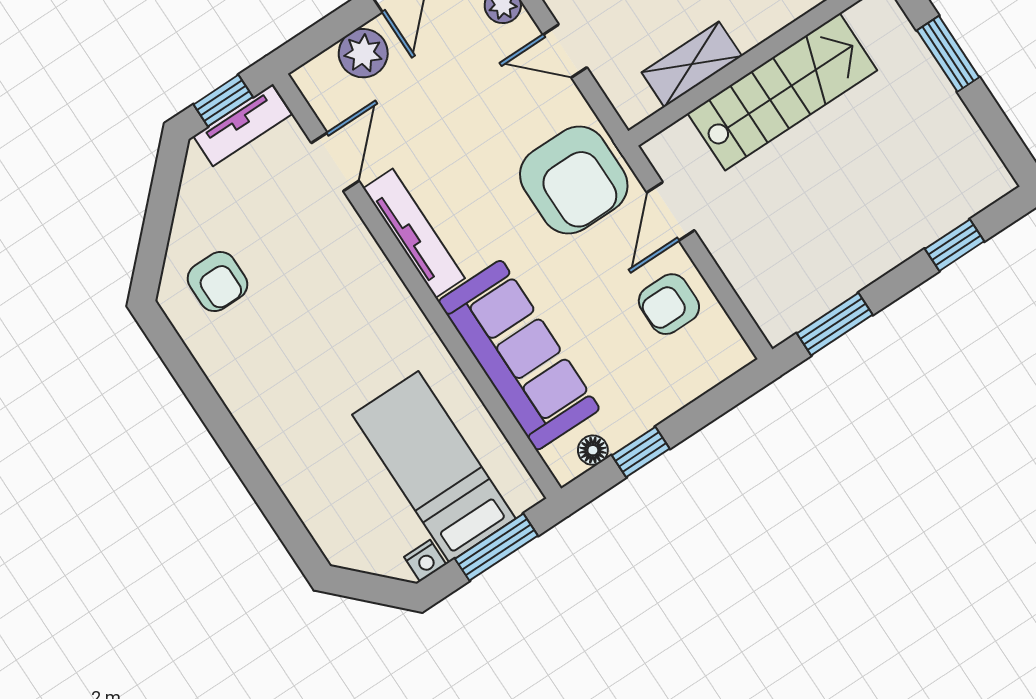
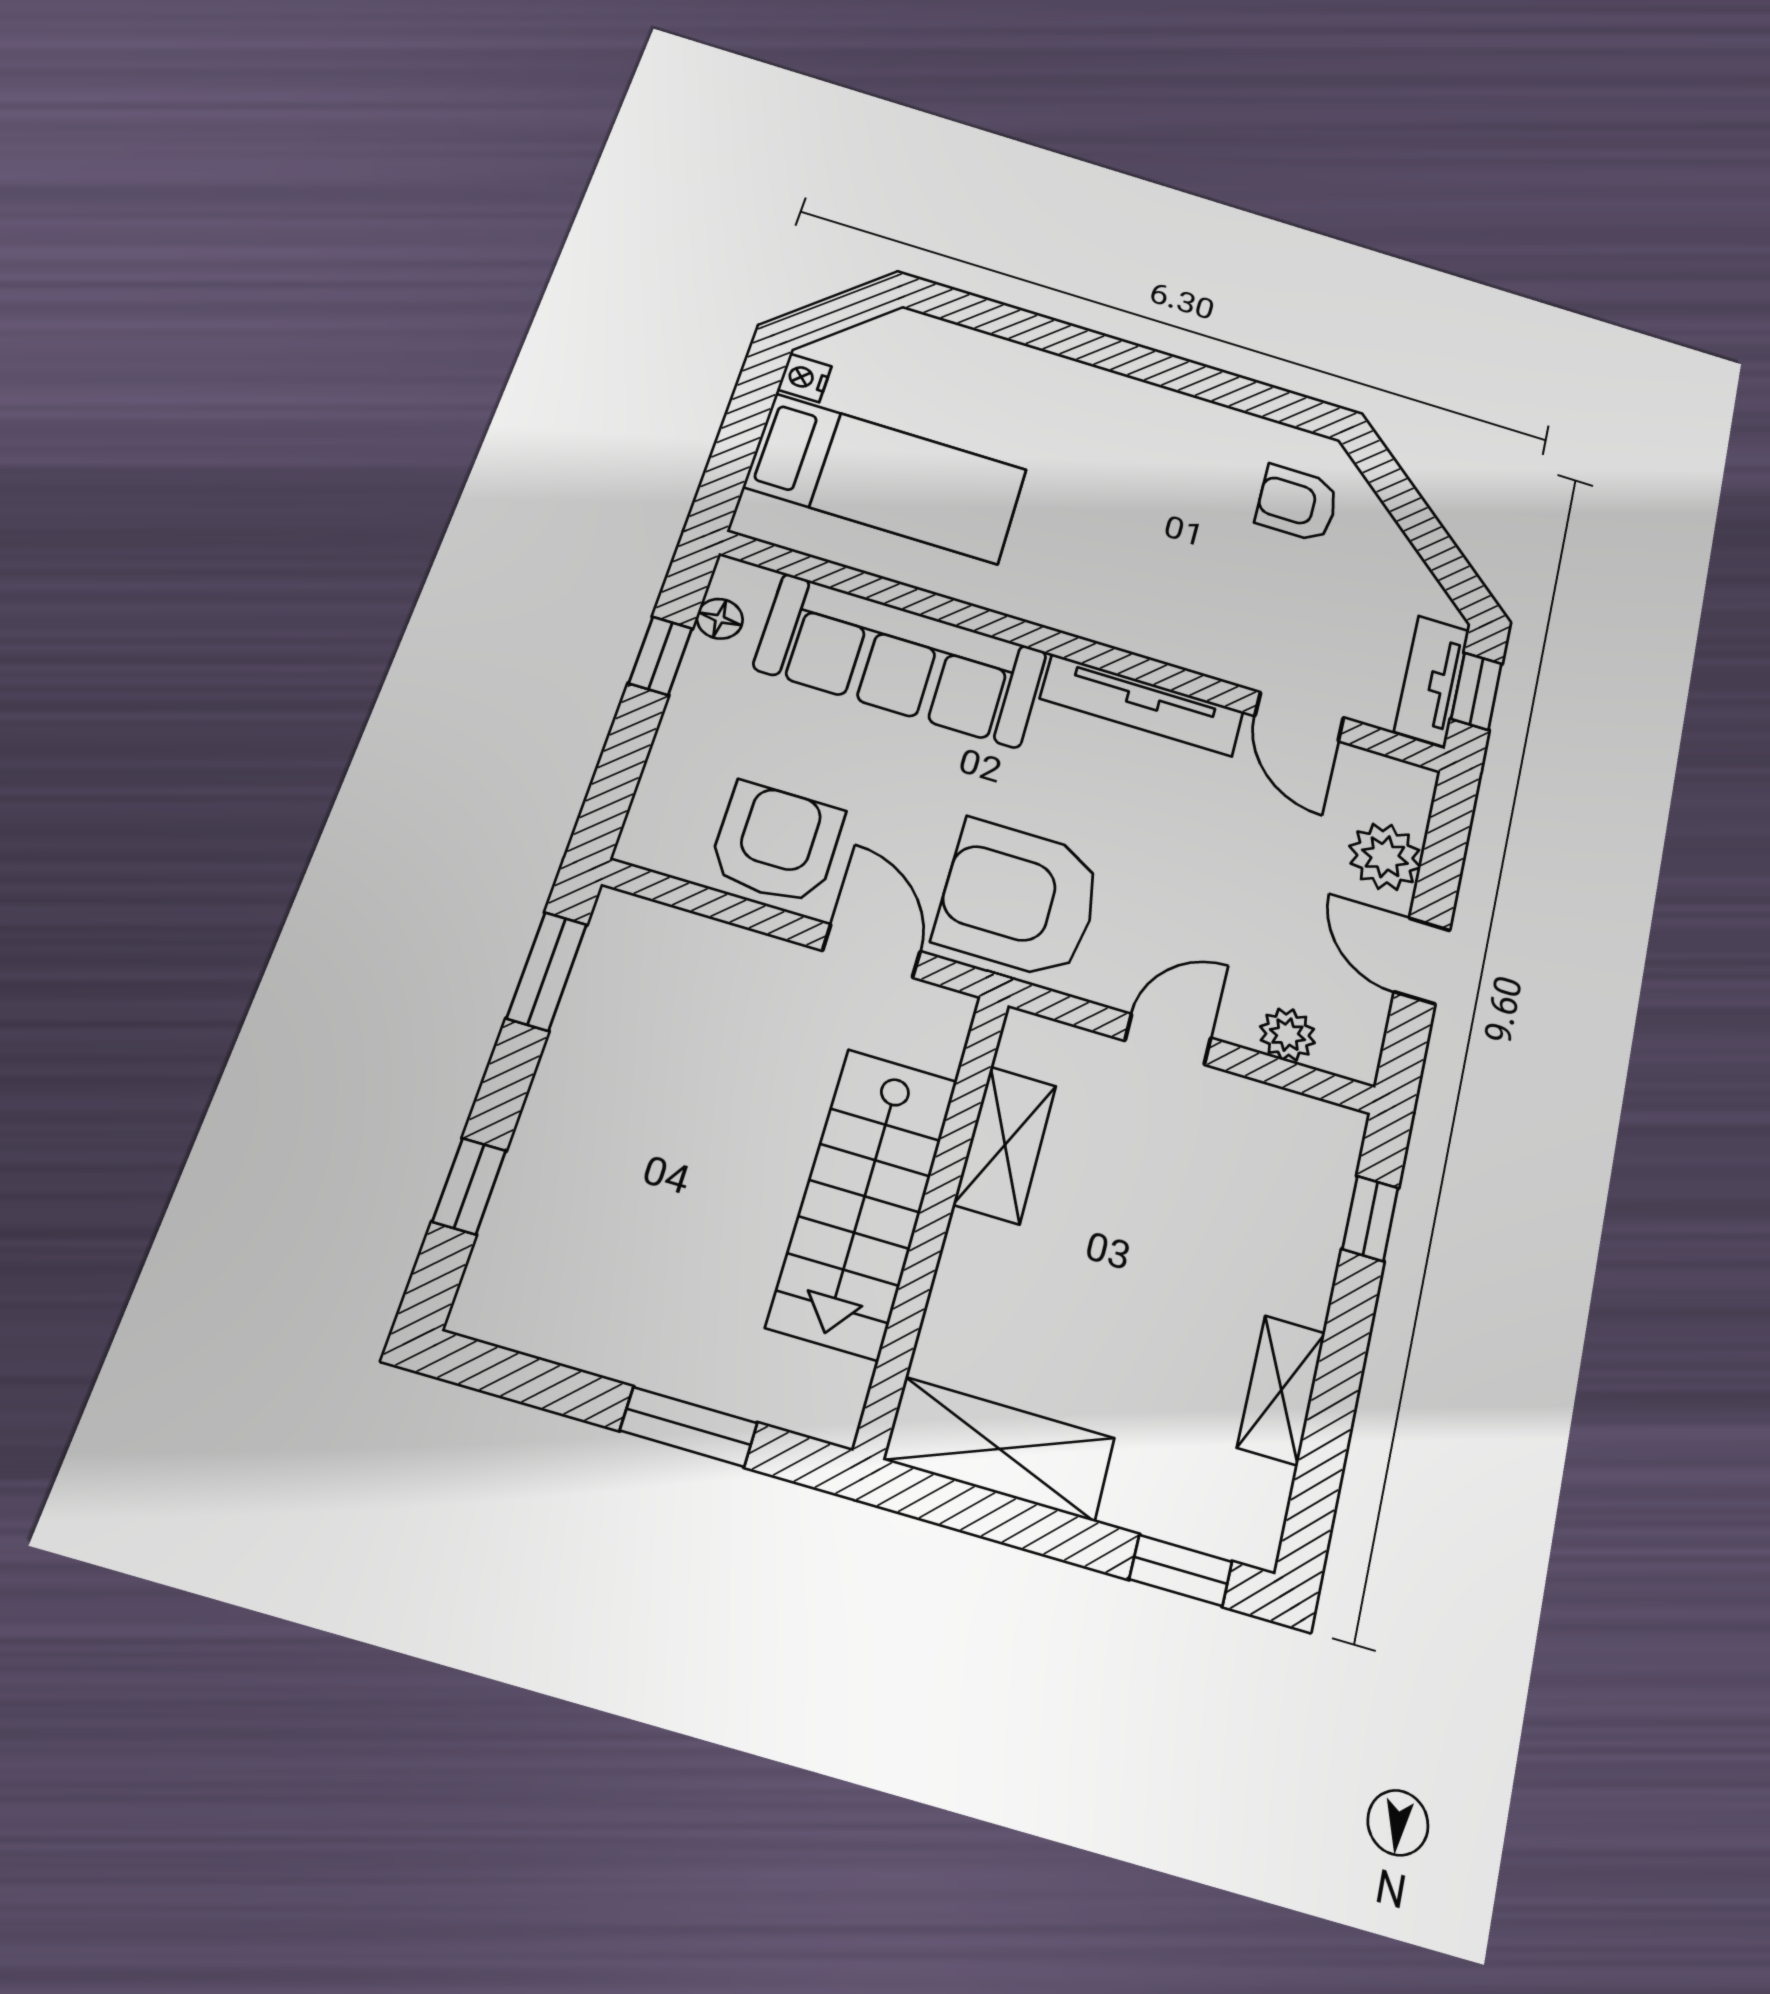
armchair: (669, 304) -> (776, 843), width x1.38, depth x1.38
window: (496, 547) -> (737, 443), removed

